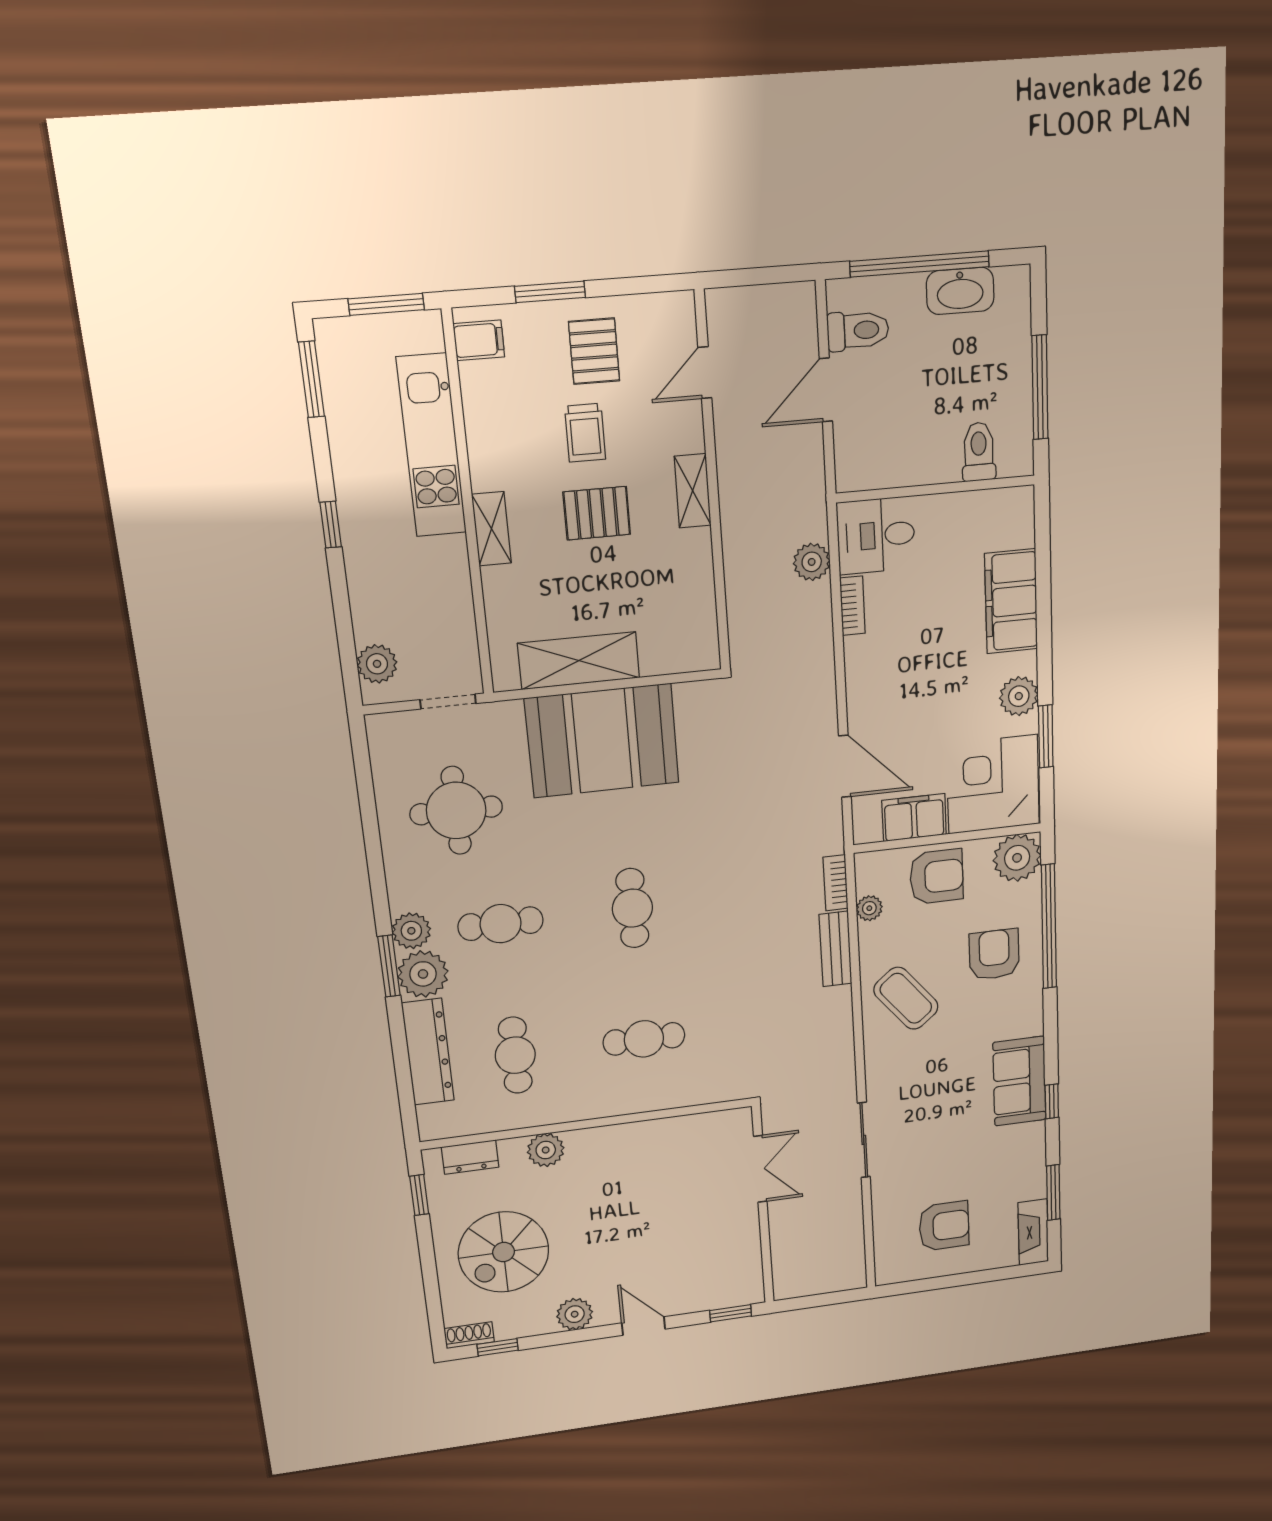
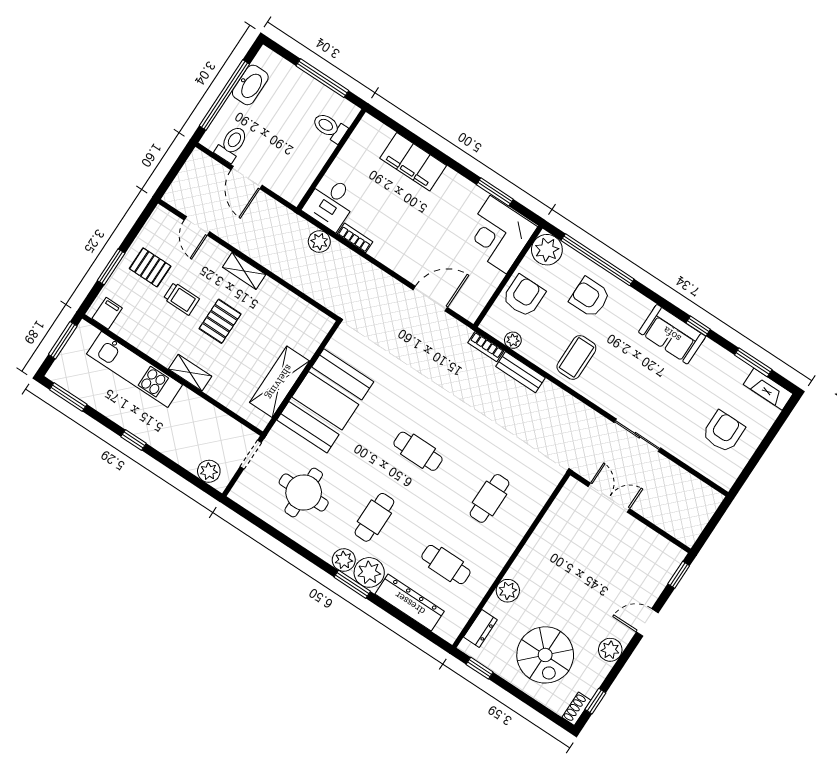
plant: (1019, 696) -> (463, 191), removed
filing cabinet: (914, 817) -> (484, 285), removed
coffee table: (906, 998) -> (576, 357), turned -51

